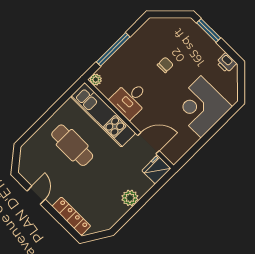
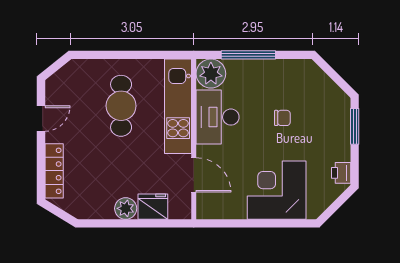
plant: (96, 80) -> (211, 74), width x1.88, depth x1.88
desk: (130, 99) -> (218, 117), width x1.37
fridge: (156, 169) -> (153, 207), moved

